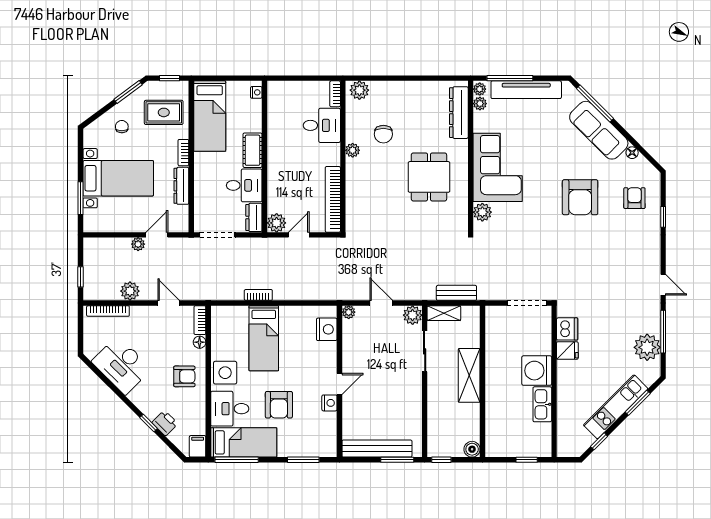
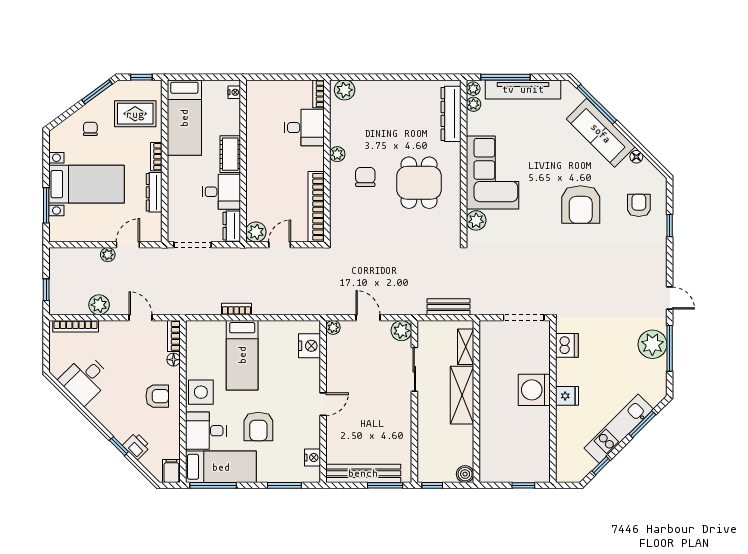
chair: (383, 134) -> (365, 177), moved, turned 180
shelving: (444, 313) -> (466, 347), moved, turned 90
plant: (647, 347) -> (652, 344), moved
fridge: (567, 351) -> (567, 396), moved
desk: (122, 365) -> (85, 379), width x0.73
nightstand: (329, 403) -> (313, 458), moved
kitchen sink: (542, 404) -> (540, 426), removed

